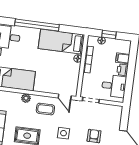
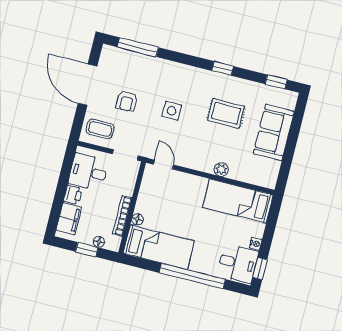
filing cabinet: (123, 58) -> (69, 219), width x2.00
coffee table: (45, 109) -> (100, 129), moved

